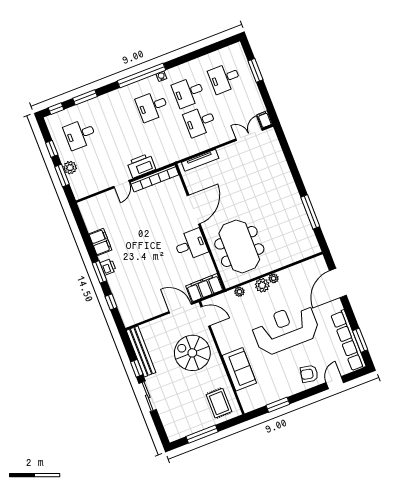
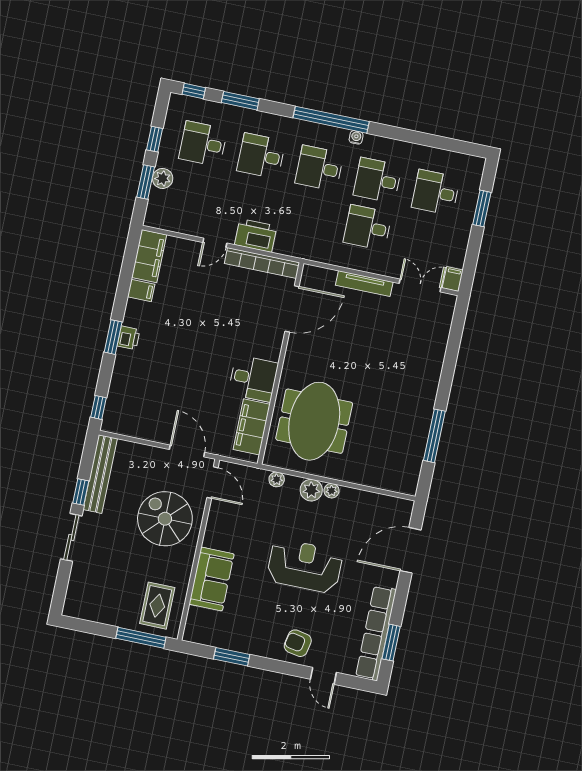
desk: (116, 120) -> (261, 156), added
tv unit: (200, 160) -> (364, 284), moved
door: (194, 210) -> (292, 309), moved
filing cabinet: (90, 215) -> (149, 256), added
filing cabinet: (100, 242) -> (141, 290), width x0.50
filing cabinet: (205, 288) -> (252, 427), moved, turned -90
window: (111, 302) -> (99, 407), moved
reception desk: (286, 329) -> (305, 566), width x0.74, depth x0.77
door: (335, 383) -> (323, 676), swing flipped
window: (202, 434) -> (141, 638), moved

